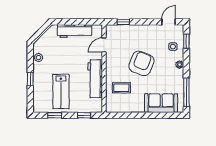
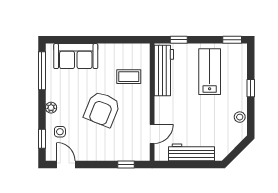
door: (168, 22) -> (66, 165), swing flipped
workbench: (95, 79) -> (164, 71), moved
window: (55, 115) -> (232, 40), moved

